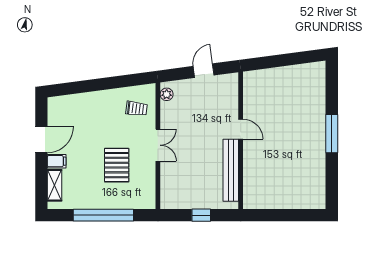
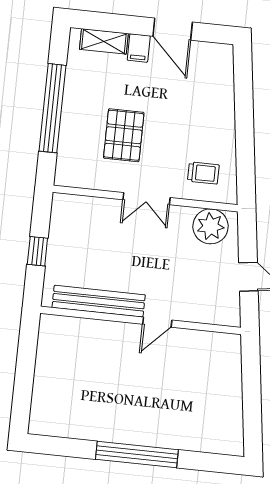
plant: (167, 94) -> (211, 226), width x1.88, depth x1.88
trolley: (137, 109) -> (203, 173), turned -97
window: (332, 134) -> (137, 454), width x1.46
pallet: (117, 165) -> (124, 135), turned 90

